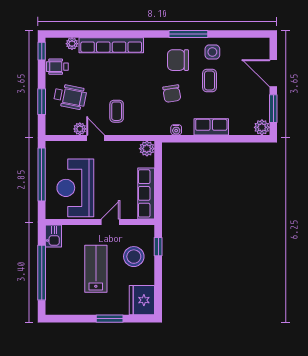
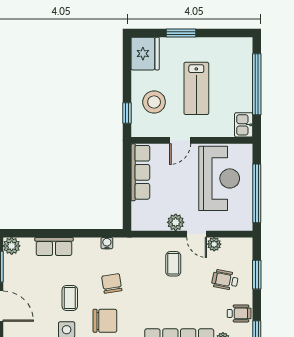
wheelchair: (70, 97) -> (225, 280), width x0.73, depth x0.73
row of seats: (211, 127) -> (54, 246), moved
plant: (147, 149) -> (176, 222), moved

